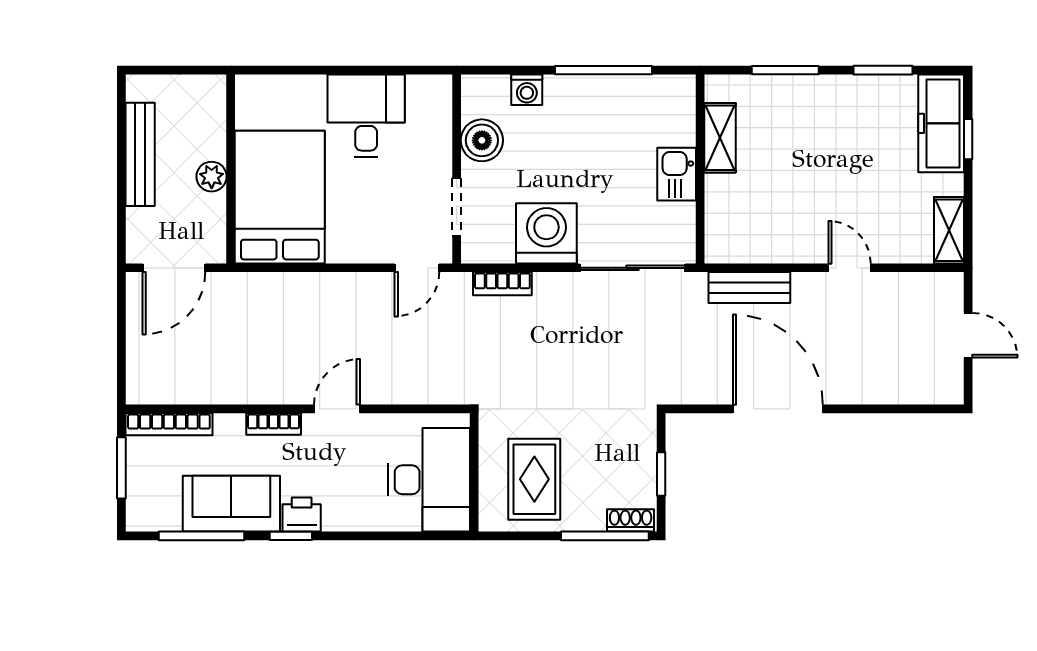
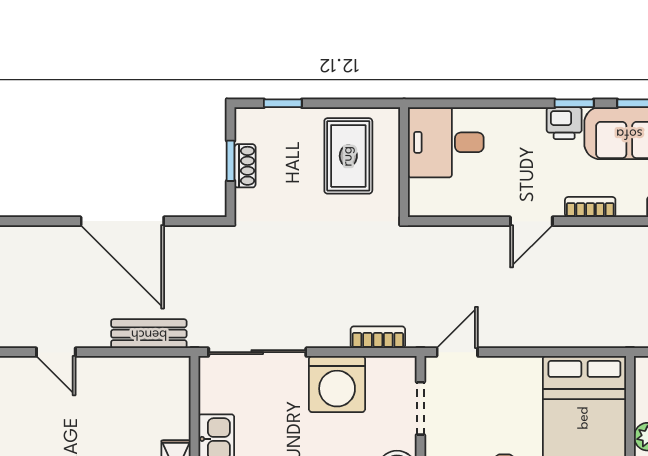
desk: (429, 480) -> (446, 142), width x0.73
shoe rack: (631, 520) -> (245, 166), moved, turned -90
window: (605, 536) -> (283, 103), width x0.46

